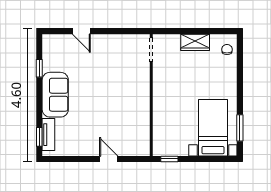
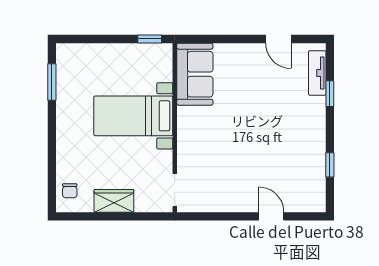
sofa: (55, 95) -> (195, 74), moved, turned 180
bed with nightstands: (213, 128) -> (133, 116), moved, turned 90
window: (39, 137) -> (330, 94), moved
door: (109, 159) -> (278, 39), moved

